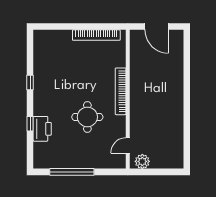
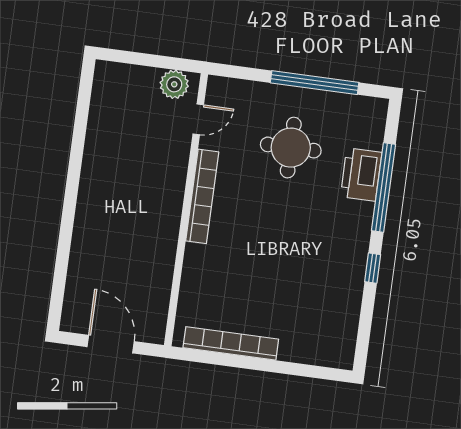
bookcase: (121, 91) -> (202, 196), moved
round table: (87, 117) -> (291, 148), moved
window: (30, 124) -> (384, 187), width x3.17

